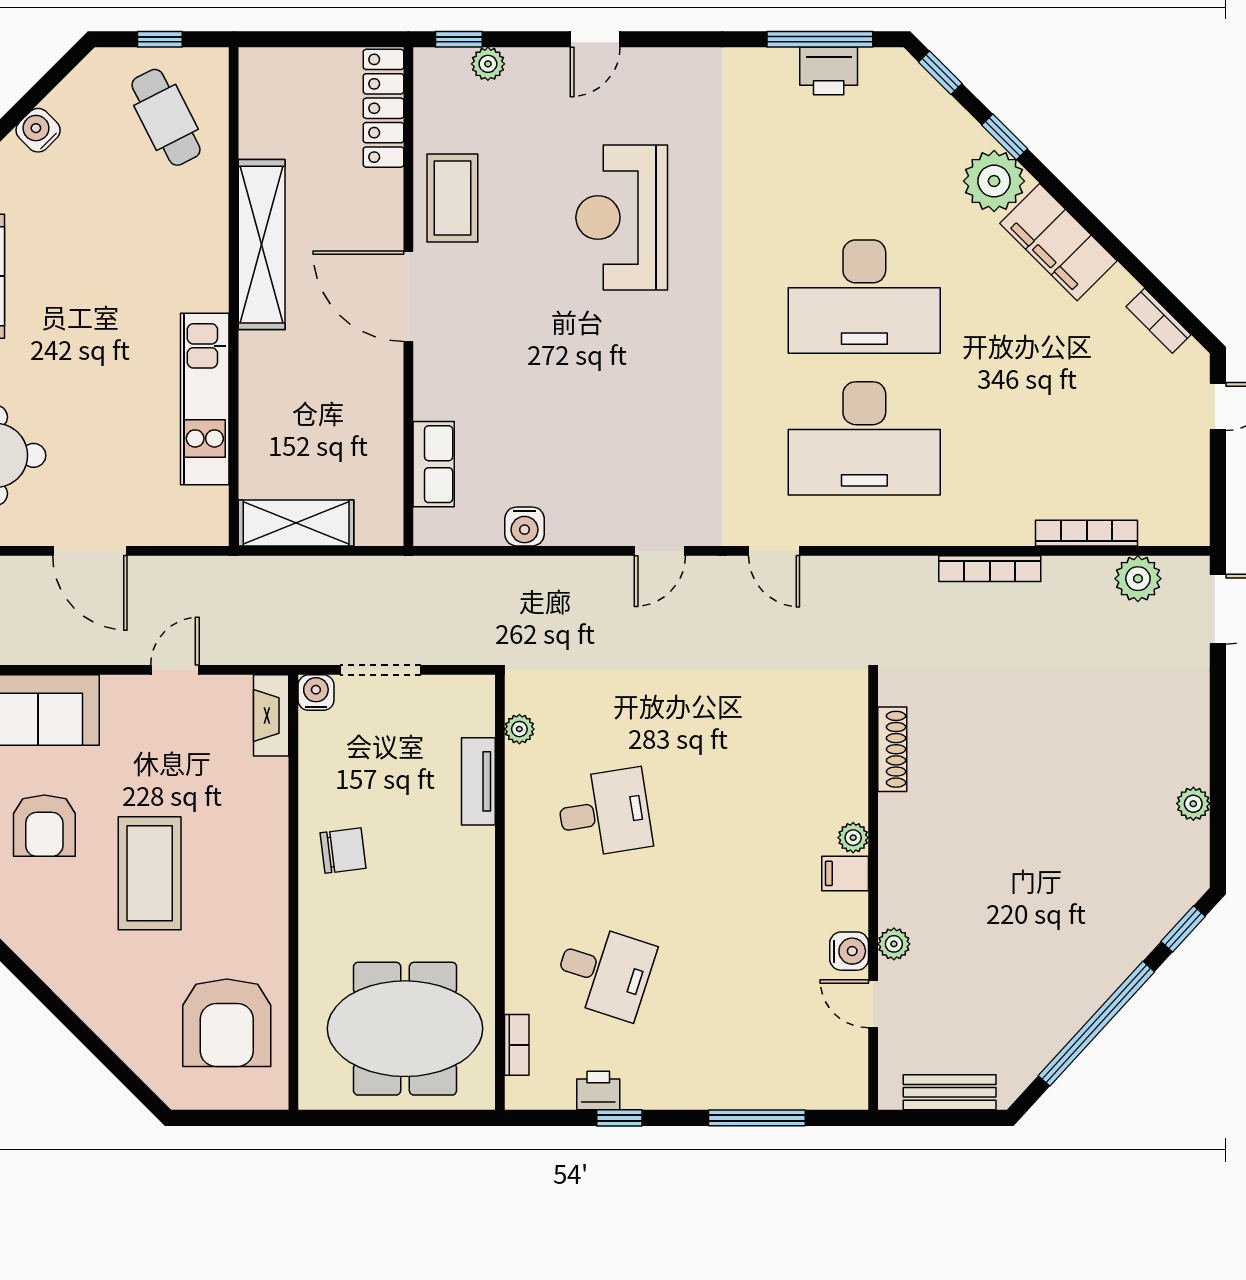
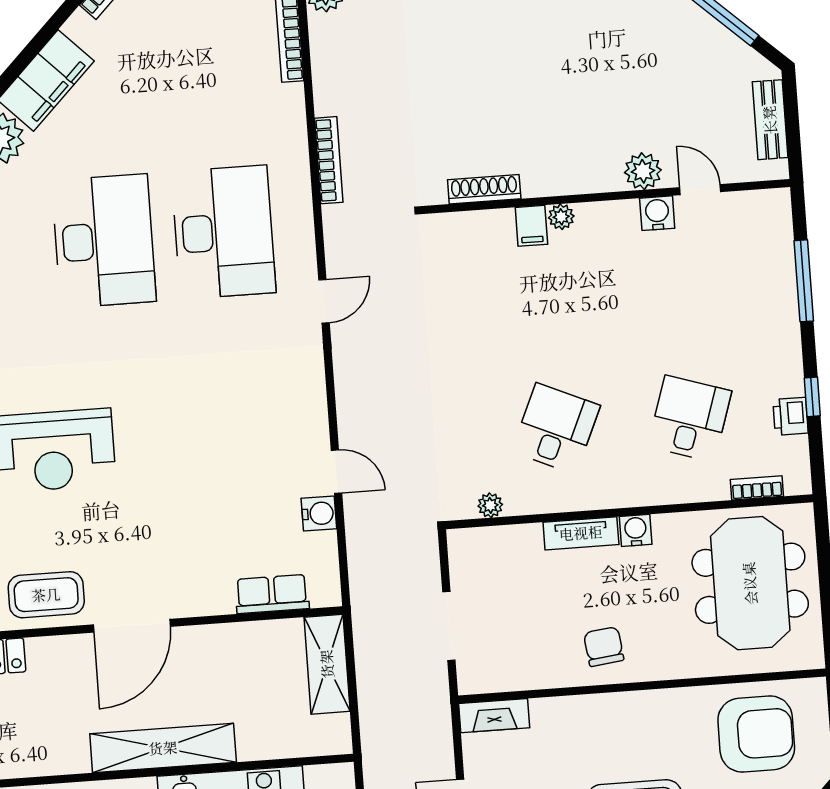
shelving: (262, 245) -> (163, 748), moved
shelving: (296, 523) -> (327, 664), moved
door: (660, 551) -> (336, 472), moved
bookcase: (990, 569) -> (329, 160), moved
water cooler: (316, 693) -> (636, 530), moved, turned 90
tv unit: (478, 781) -> (581, 533), moved
desk: (604, 813) -> (556, 428), turned 33
filing cabinet: (845, 873) -> (531, 226), moved
plant: (894, 944) -> (643, 171), width x1.38, depth x1.38
door: (873, 1004) -> (700, 190), swing flipped

